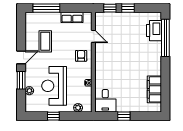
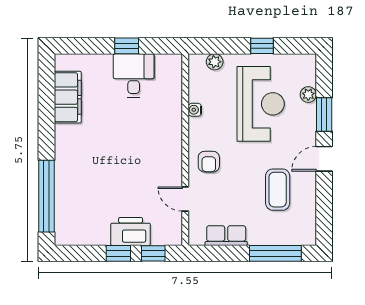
printer: (154, 31) -> (131, 232), moved, turned -90
desk: (105, 101) -> (134, 75), moved

